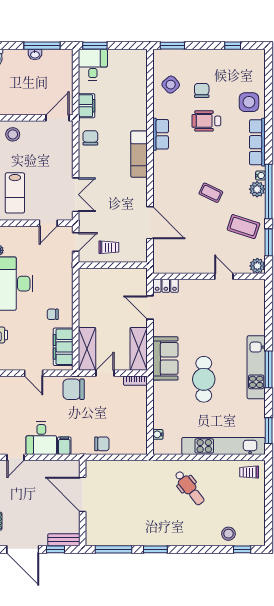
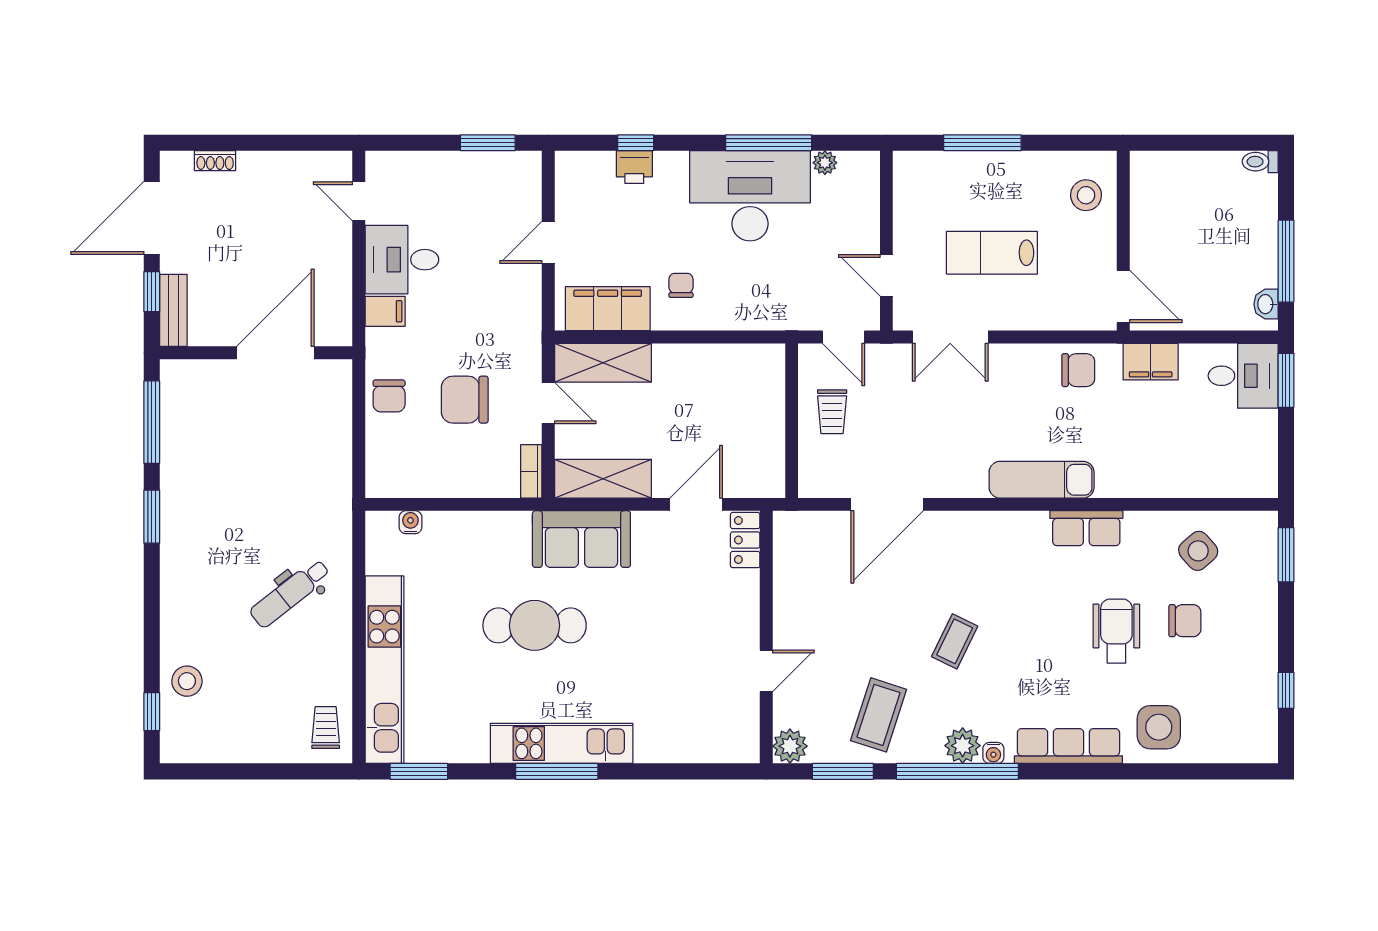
washbasin: (35, 54) -> (1266, 304), moved
lab bench: (15, 193) -> (992, 253), moved
chair: (74, 389) -> (465, 400), moved, turned -90

